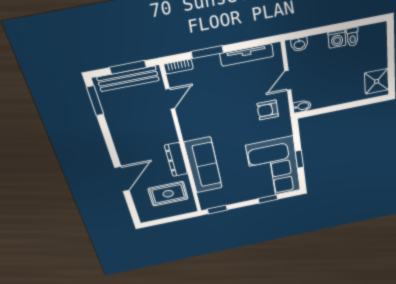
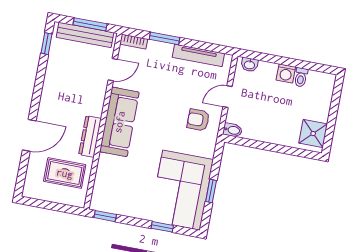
window: (95, 101) -> (46, 44), width x0.67
sofa: (203, 165) -> (119, 122), moved

